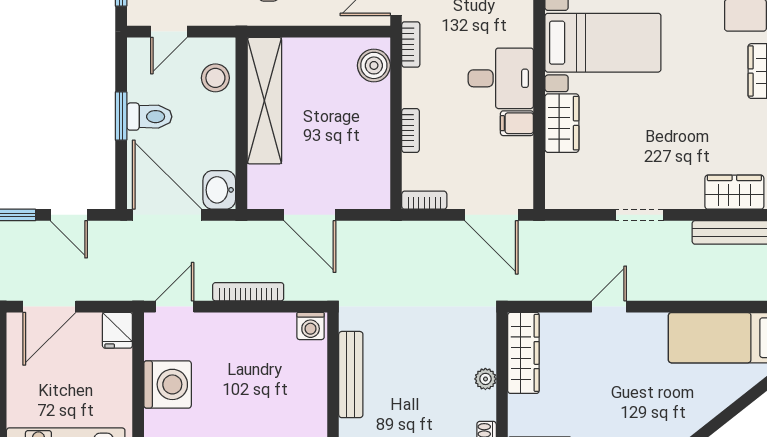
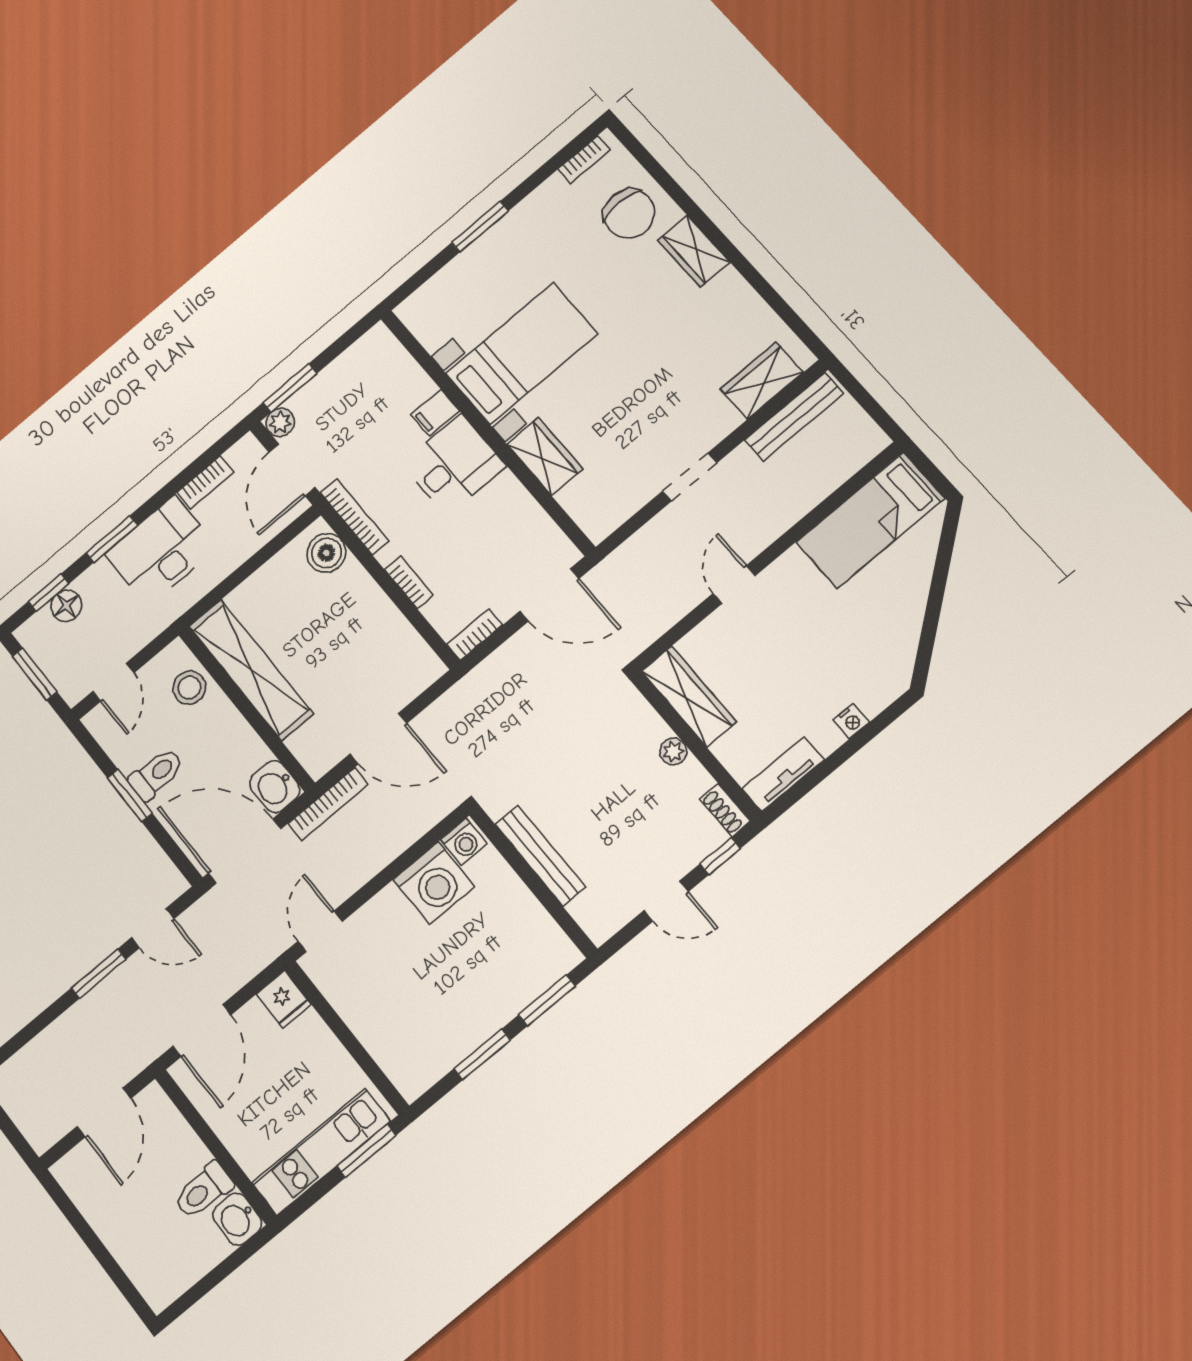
bookcase: (411, 44) -> (355, 517), width x1.56
filing cabinet: (517, 123) -> (435, 413), moved
bookcase: (248, 292) -> (328, 804), moved, turned 180
washing machine: (168, 384) -> (434, 883), moved, turned 90

